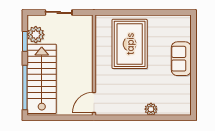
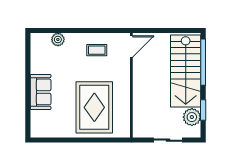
coffee table: (127, 99) -> (97, 50), added
plant: (151, 109) -> (58, 40), moved

